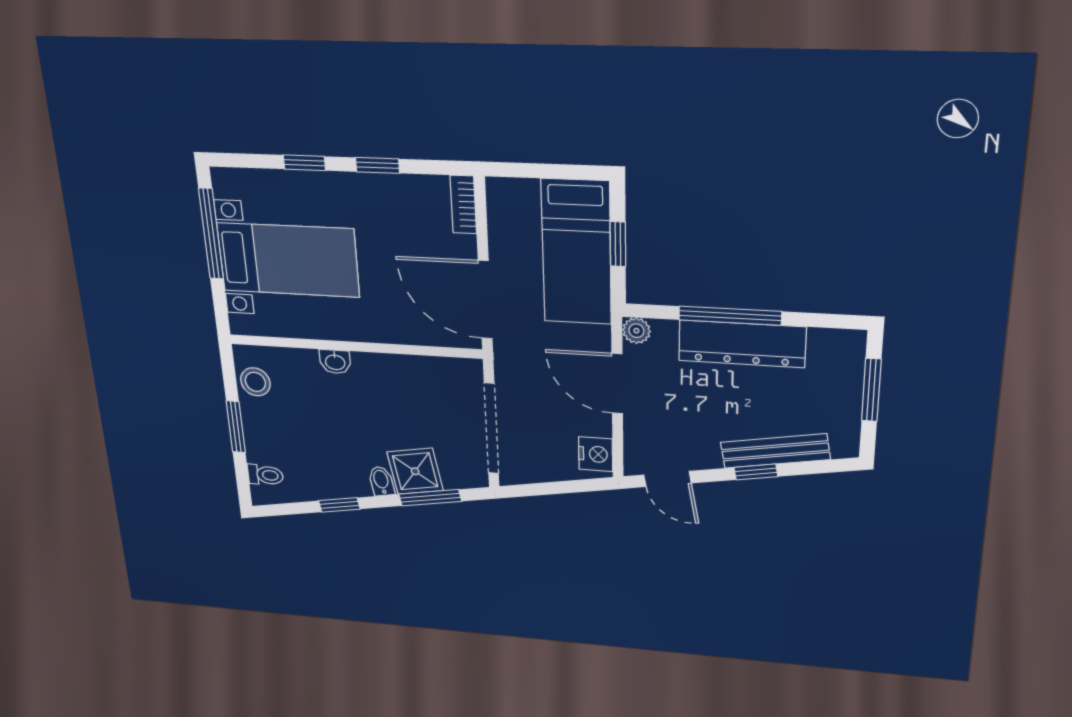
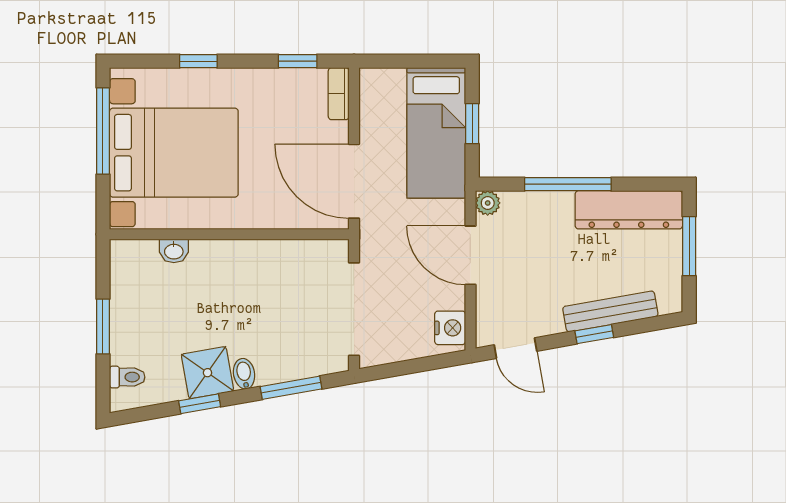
window: (378, 165) -> (298, 61), moved
bed with nightstands: (288, 260) -> (174, 153), width x1.36
dresser: (742, 344) -> (629, 210), moved
washbasin: (335, 362) -> (174, 251), moved
stool: (255, 382) -> (128, 277), removed
shower: (415, 471) -> (207, 373), moved

